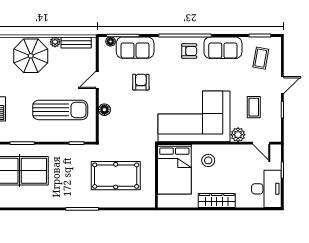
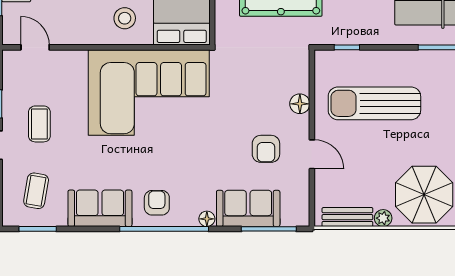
floor lamp: (111, 41) -> (207, 219), moved
armchair: (189, 51) -> (157, 203), turned 90
door: (97, 80) -> (312, 154), hinge flipped
armchair: (141, 82) -> (266, 149), moved
coffee table: (254, 107) -> (39, 124), moved
plant: (238, 135) -> (74, 62), removed

